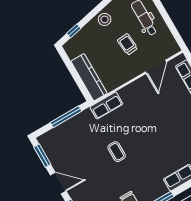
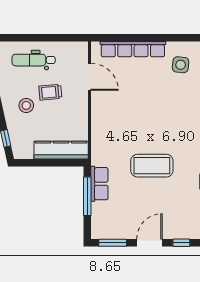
stool: (105, 19) -> (26, 105), moved
row of seats: (106, 105) -> (99, 184), moved
coffee table: (117, 152) -> (152, 166), width x1.86, depth x1.72

